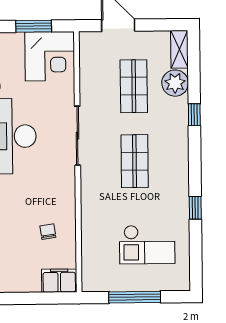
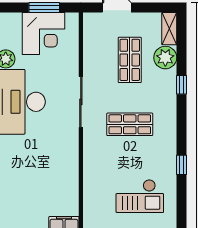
corner desk: (50, 56) -> (43, 33), moved
shop shelf: (135, 161) -> (130, 124), turned 90
chair: (48, 232) -> (55, 184), removed

